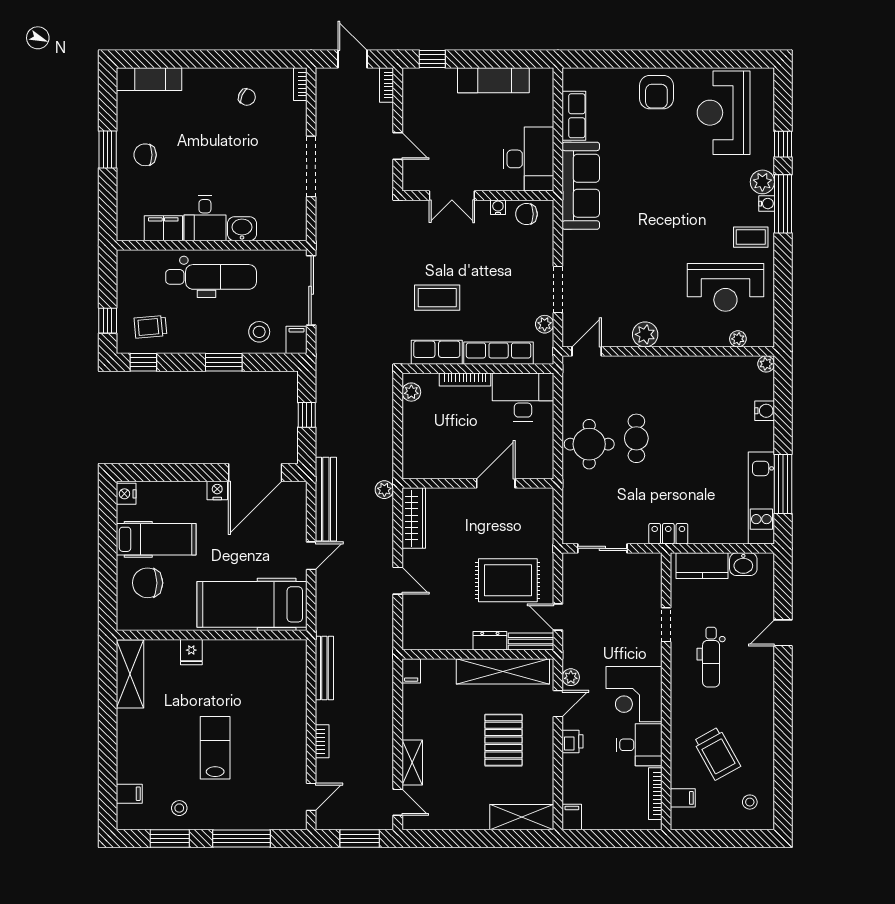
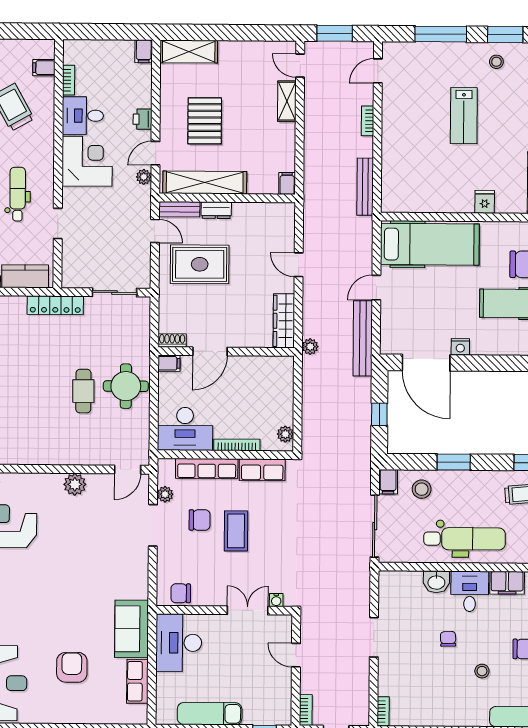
armchair: (656, 92) -> (72, 667), moved
chair: (247, 97) -> (448, 639), moved, turned 64
stool: (191, 130) -> (482, 671), added
doorway: (311, 167) -> (374, 637), width x0.73
sofa: (581, 186) -> (132, 629), width x0.73
water cooler: (498, 207) -> (276, 600), moved
chair: (526, 214) -> (181, 593), turned 180
dental chair: (211, 277) -> (465, 539), turned 180
chair: (506, 296) -> (200, 520), added
coffee table: (437, 298) -> (236, 531), moved, turned 90
filing cabinet: (541, 470) -> (169, 363), added
door: (255, 473) -> (426, 363), swing flipped
shoe rack: (538, 495) -> (172, 340), added
locker: (668, 534) -> (55, 305), width x1.53
bookcase: (655, 794) -> (69, 80), width x0.64

